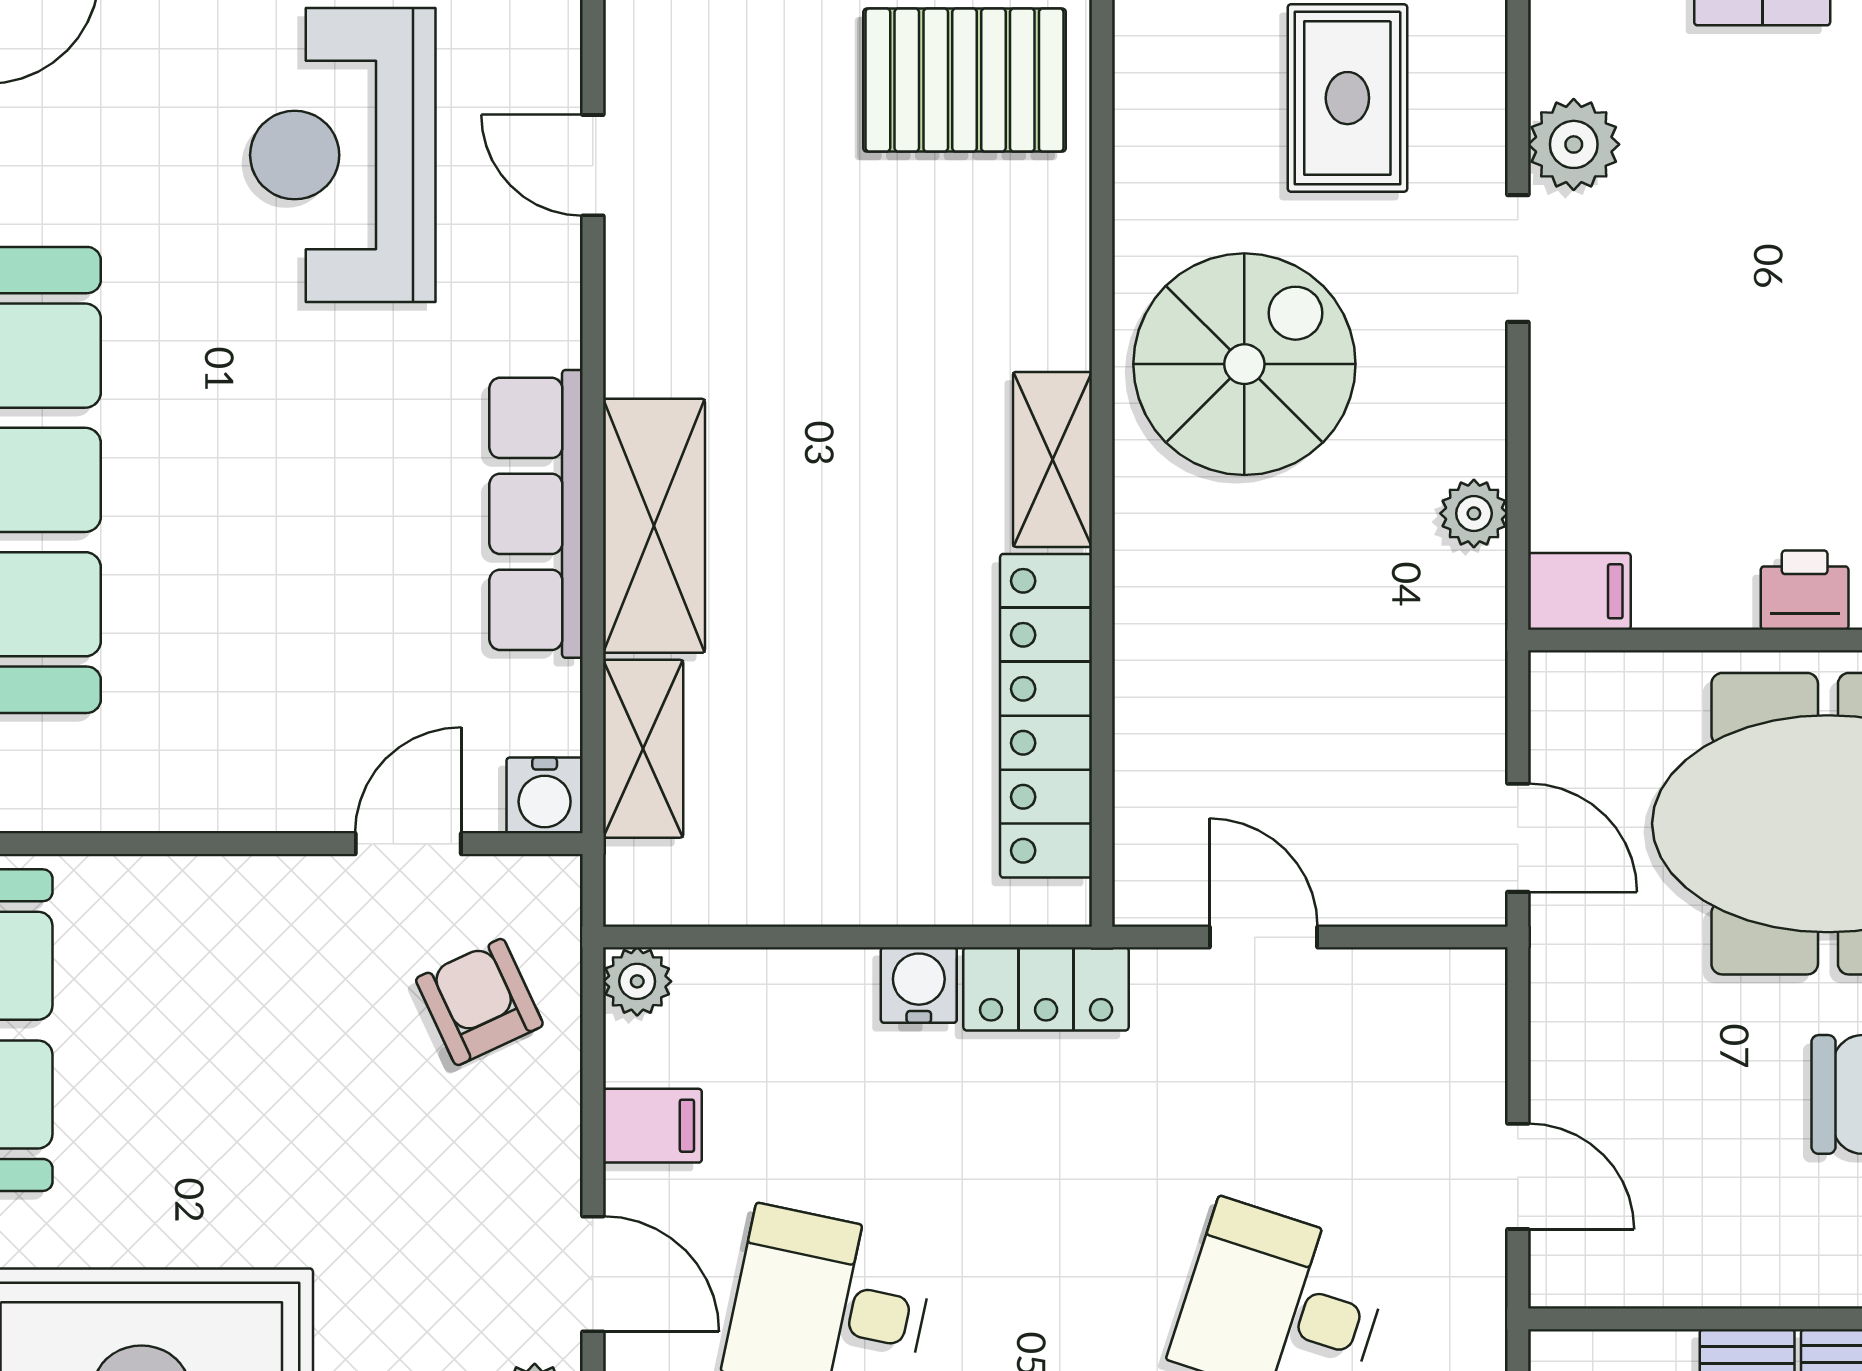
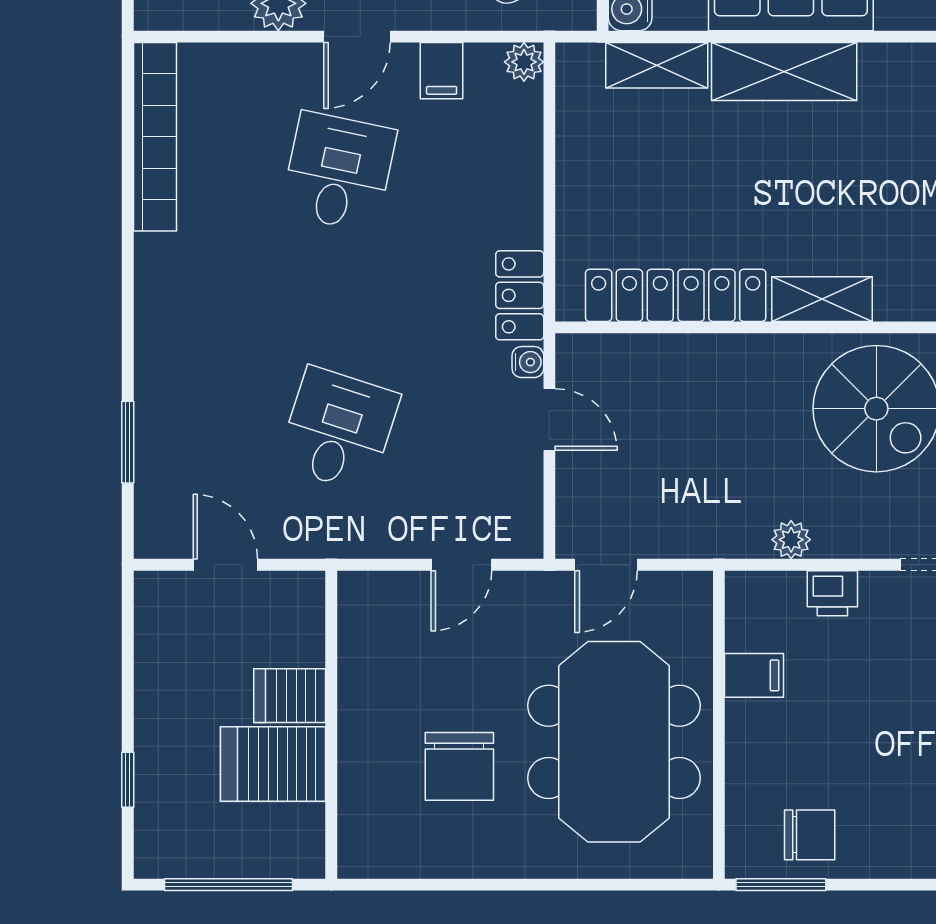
printer: (1805, 590) -> (832, 593), moved, turned 90
filing cabinet: (1579, 591) -> (754, 675), moved, turned -90
door: (1263, 937) -> (549, 420), hinge flipped
water cooler: (919, 985) -> (528, 362), moved, width x0.72, depth x0.72
door: (1518, 1176) -> (461, 565), moved

